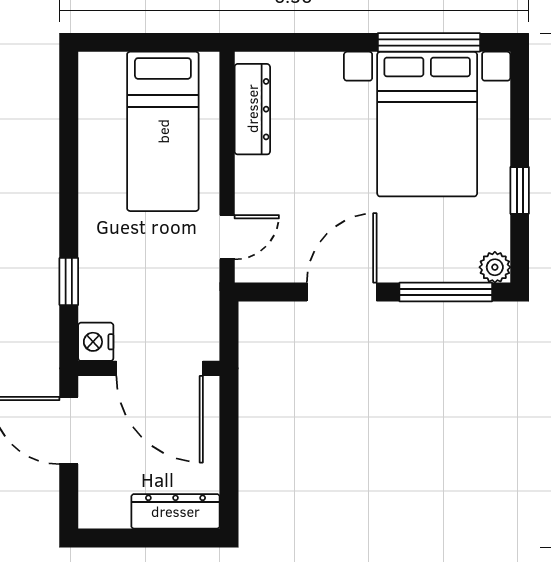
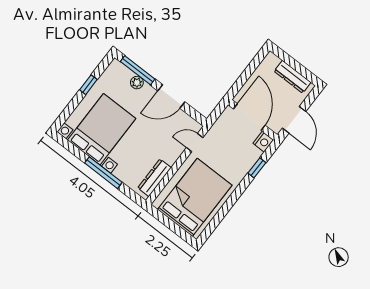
window: (429, 42) -> (103, 173), moved
bed: (163, 131) -> (195, 197), width x1.50
plant: (495, 267) -> (137, 83), moved
dresser: (175, 511) -> (292, 77), moved

